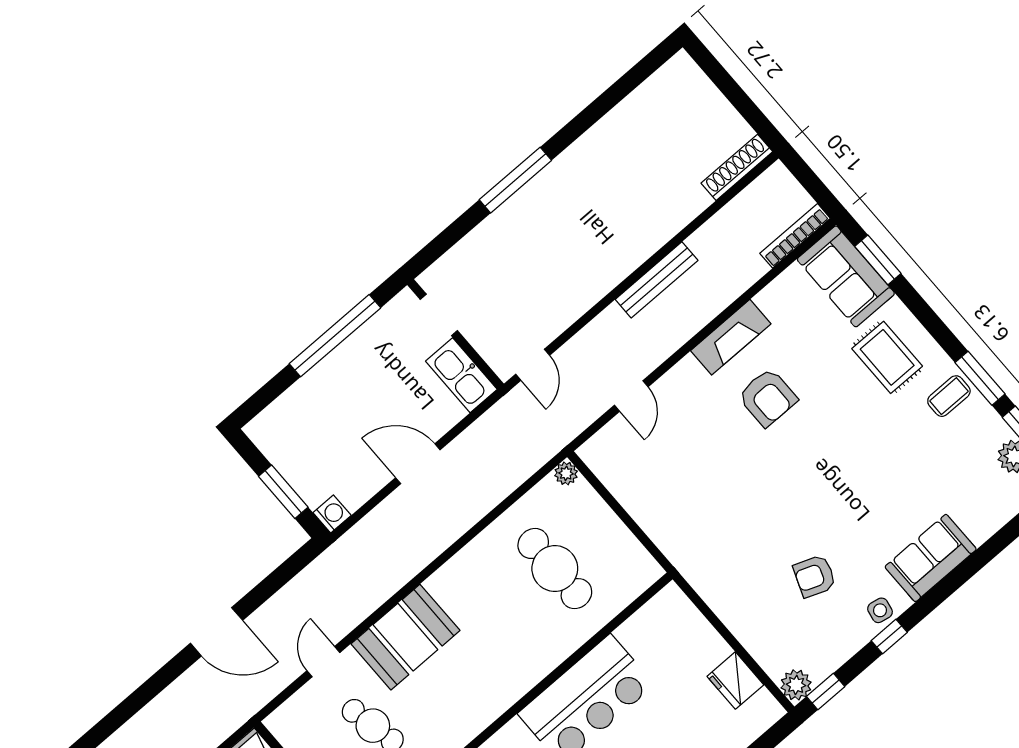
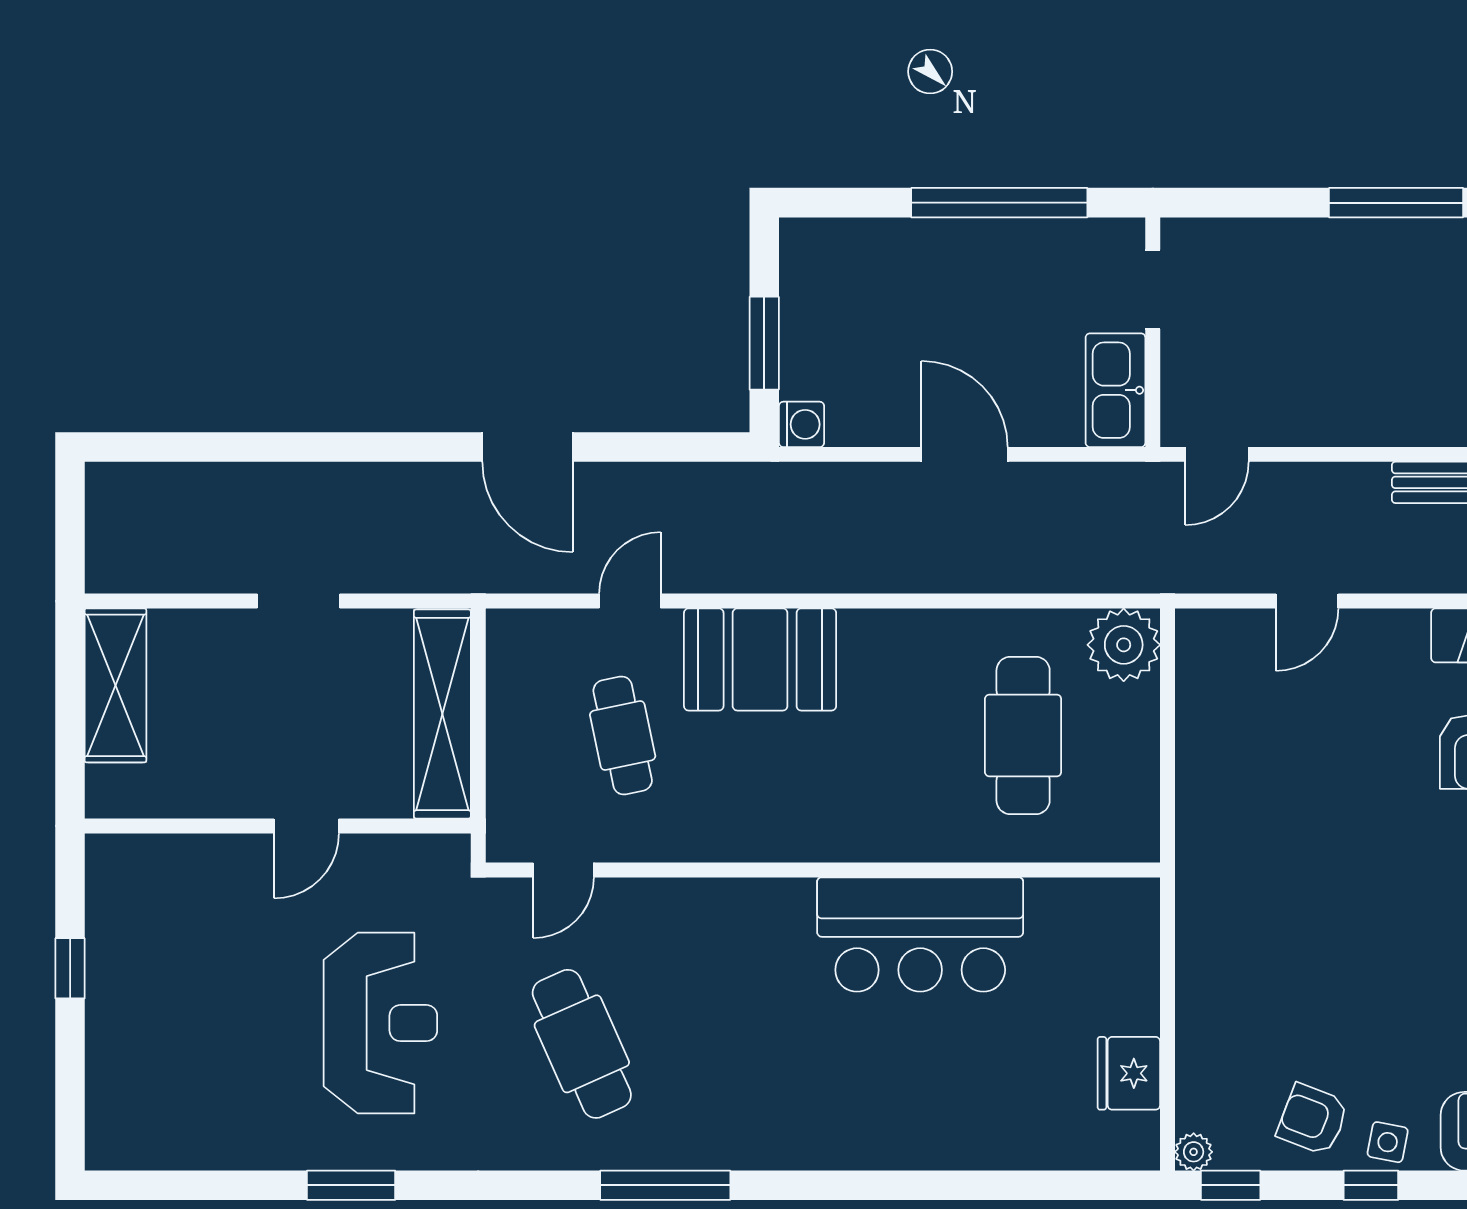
plant: (566, 473) -> (1124, 645), width x1.87, depth x1.87
armchair: (815, 576) -> (1313, 1119), moved
plant: (796, 685) -> (1194, 1152), width x0.73, depth x0.73

